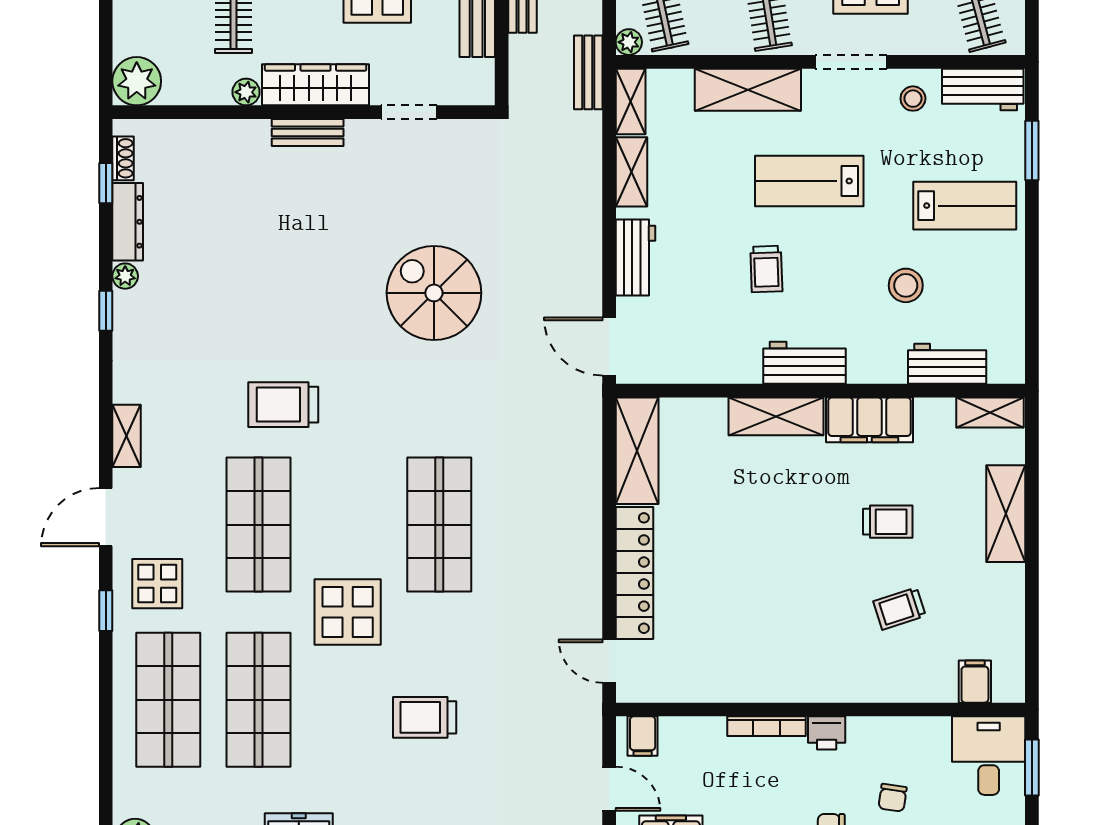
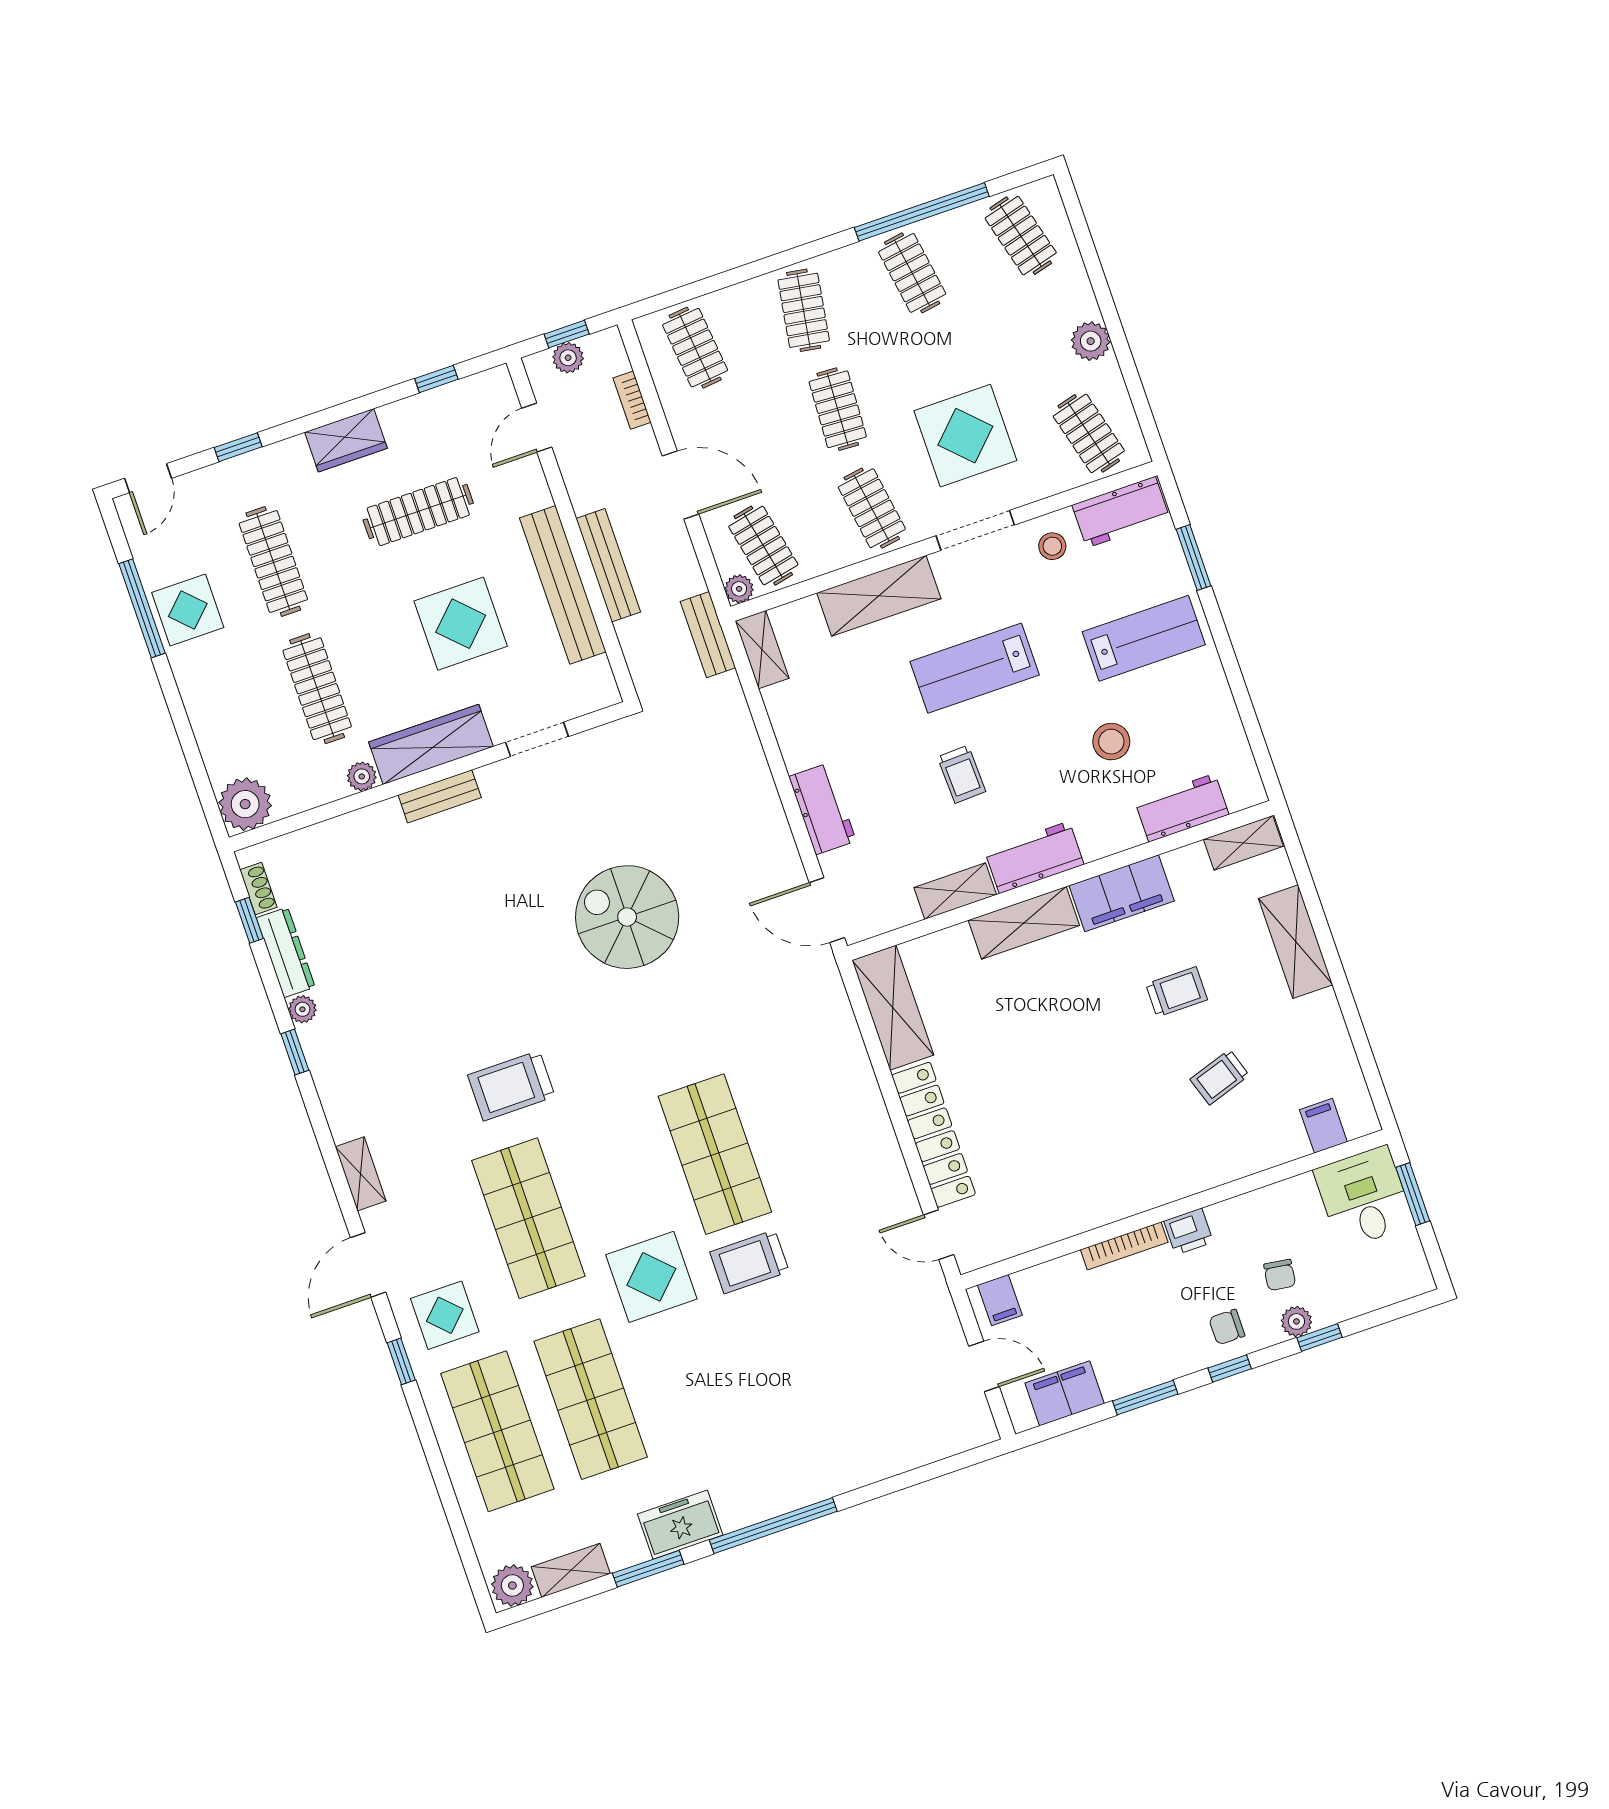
shelving: (631, 172) -> (955, 891), moved, turned 90
trolley: (425, 717) -> (749, 1262), moved

